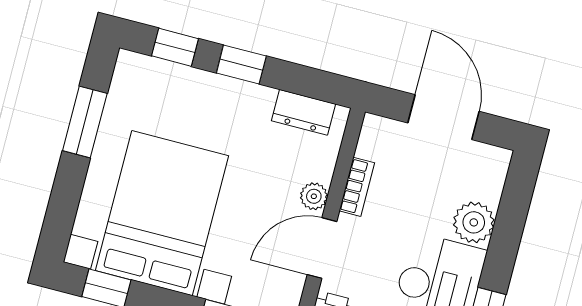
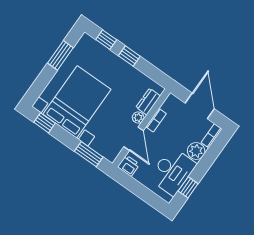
dresser: (303, 112) -> (148, 102), moved, turned 90
bookcase: (496, 175) -> (212, 136), added
door: (322, 248) -> (134, 139), swing flipped

